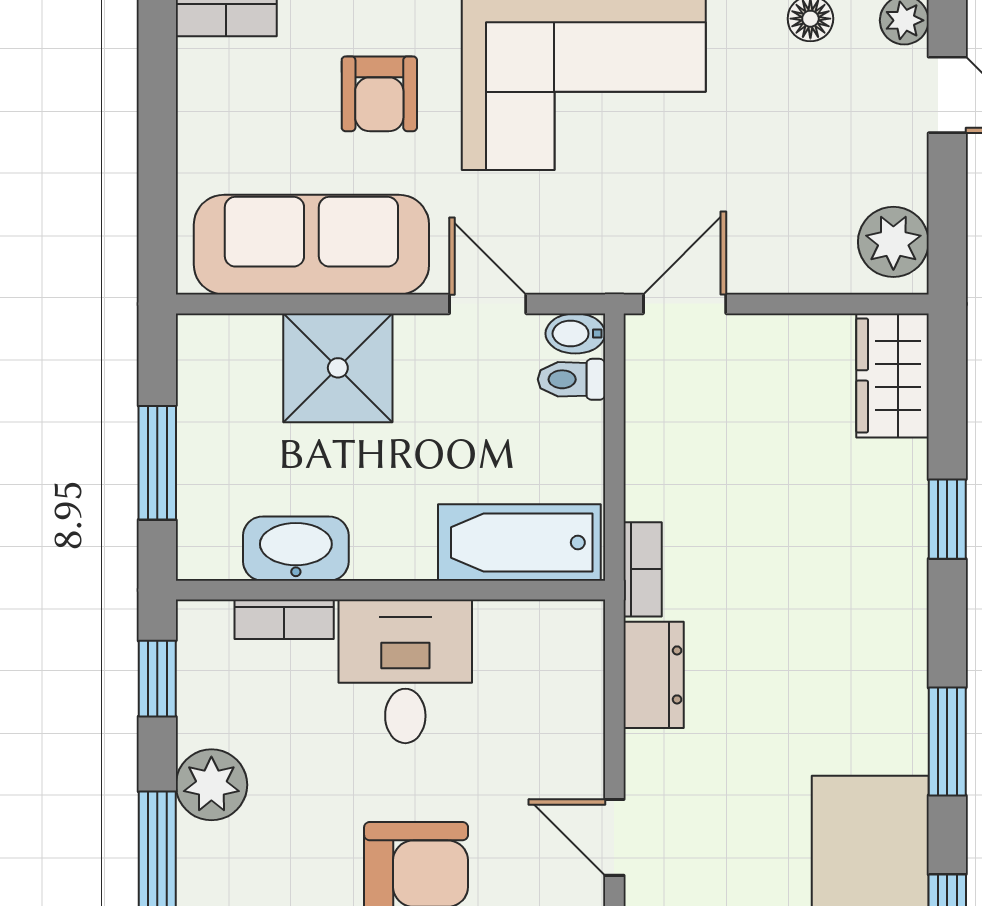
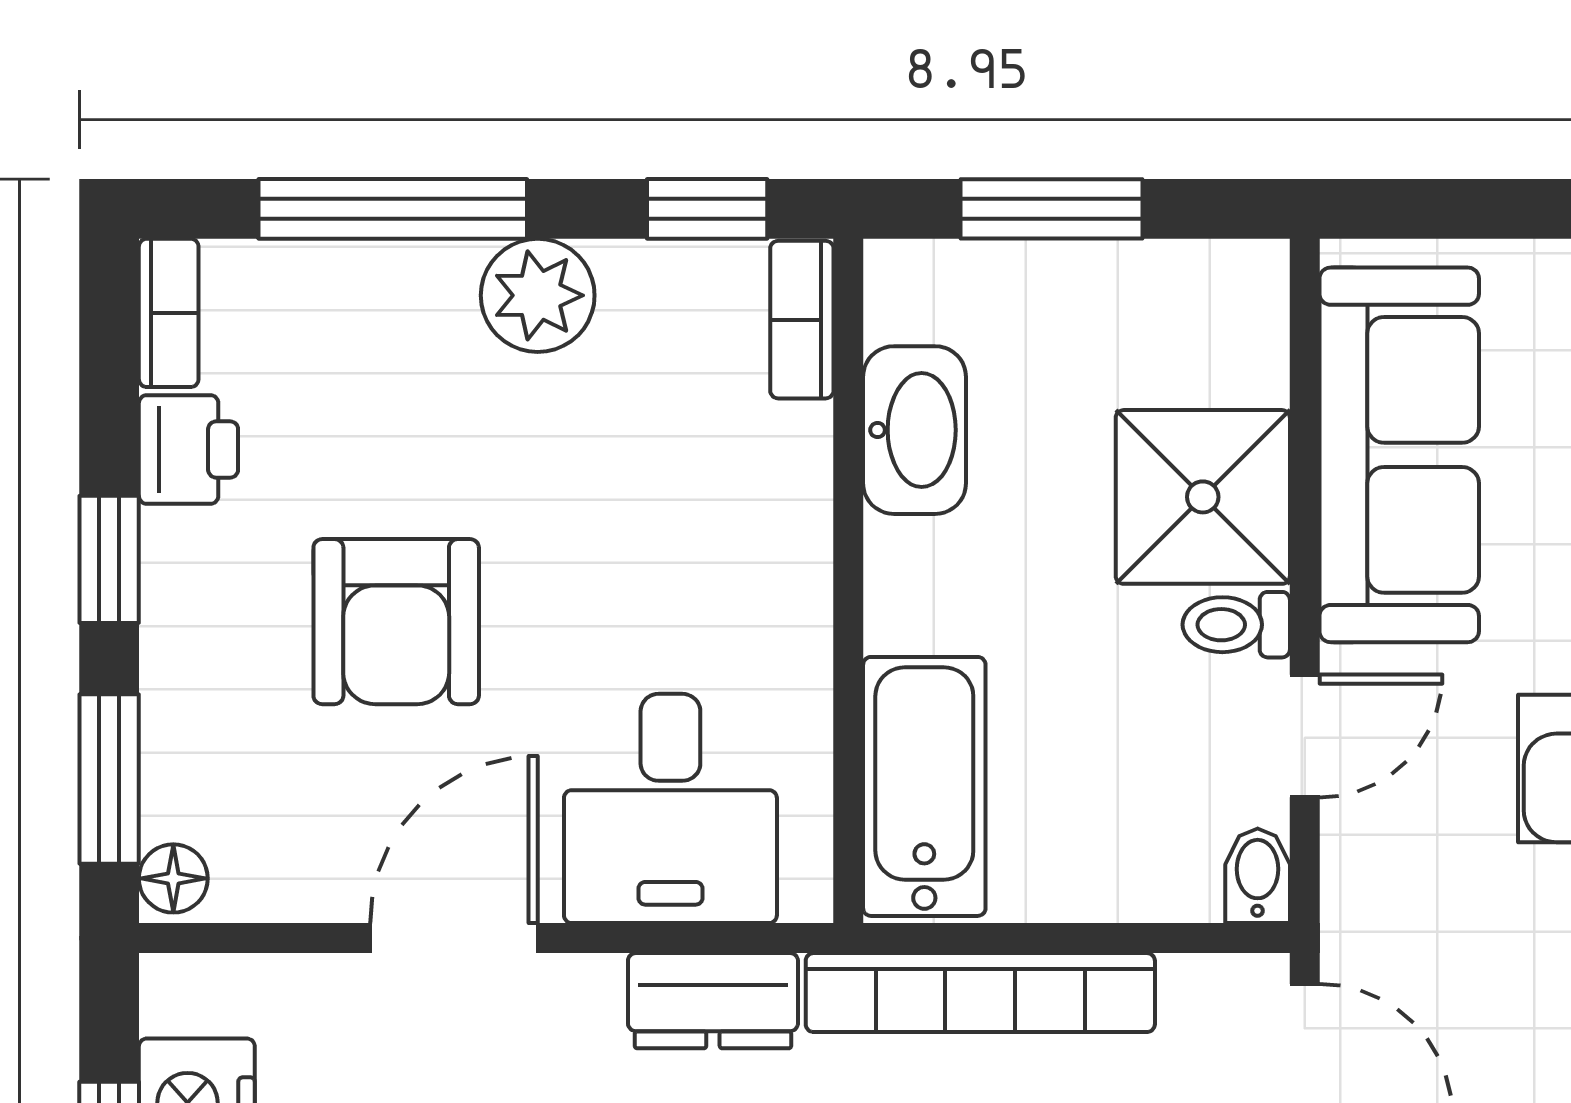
toilet: (572, 379) -> (1236, 625), moved, turned -90
bookcase: (643, 569) -> (980, 993), width x2.31, depth x1.31
bookcase: (284, 619) -> (802, 320), moved
desk: (405, 671) -> (670, 808), moved, turned 90
door: (614, 837) -> (454, 938), width x1.37

